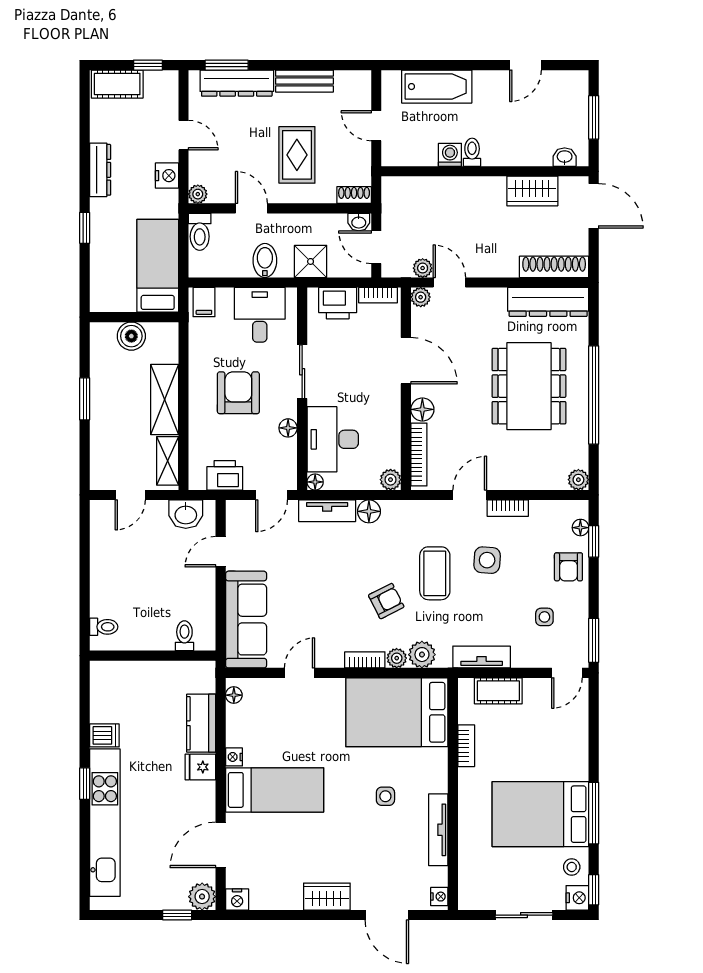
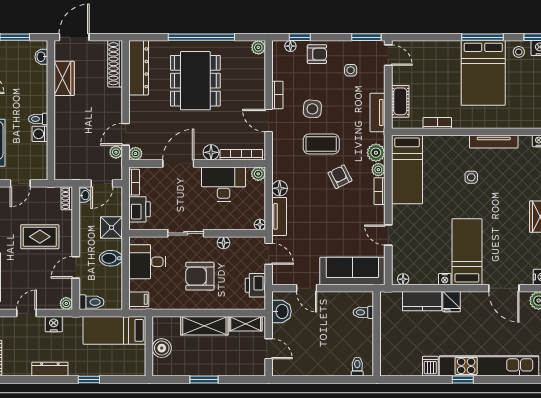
dining table: (529, 386) -> (195, 81), turned 90
desk: (333, 439) -> (224, 184), moved, turned 180
bed: (397, 712) -> (407, 170), width x0.67

